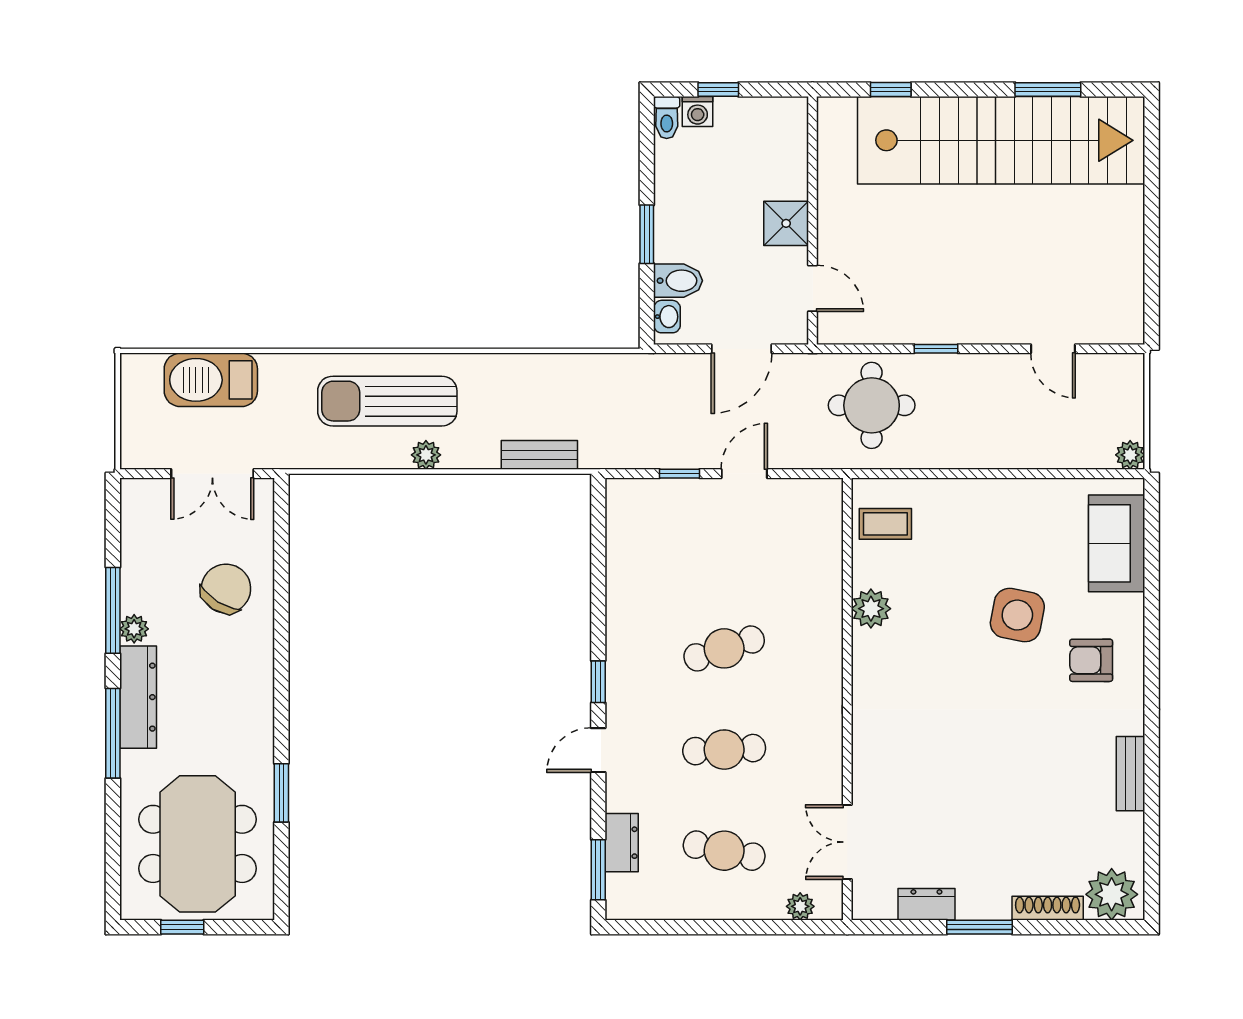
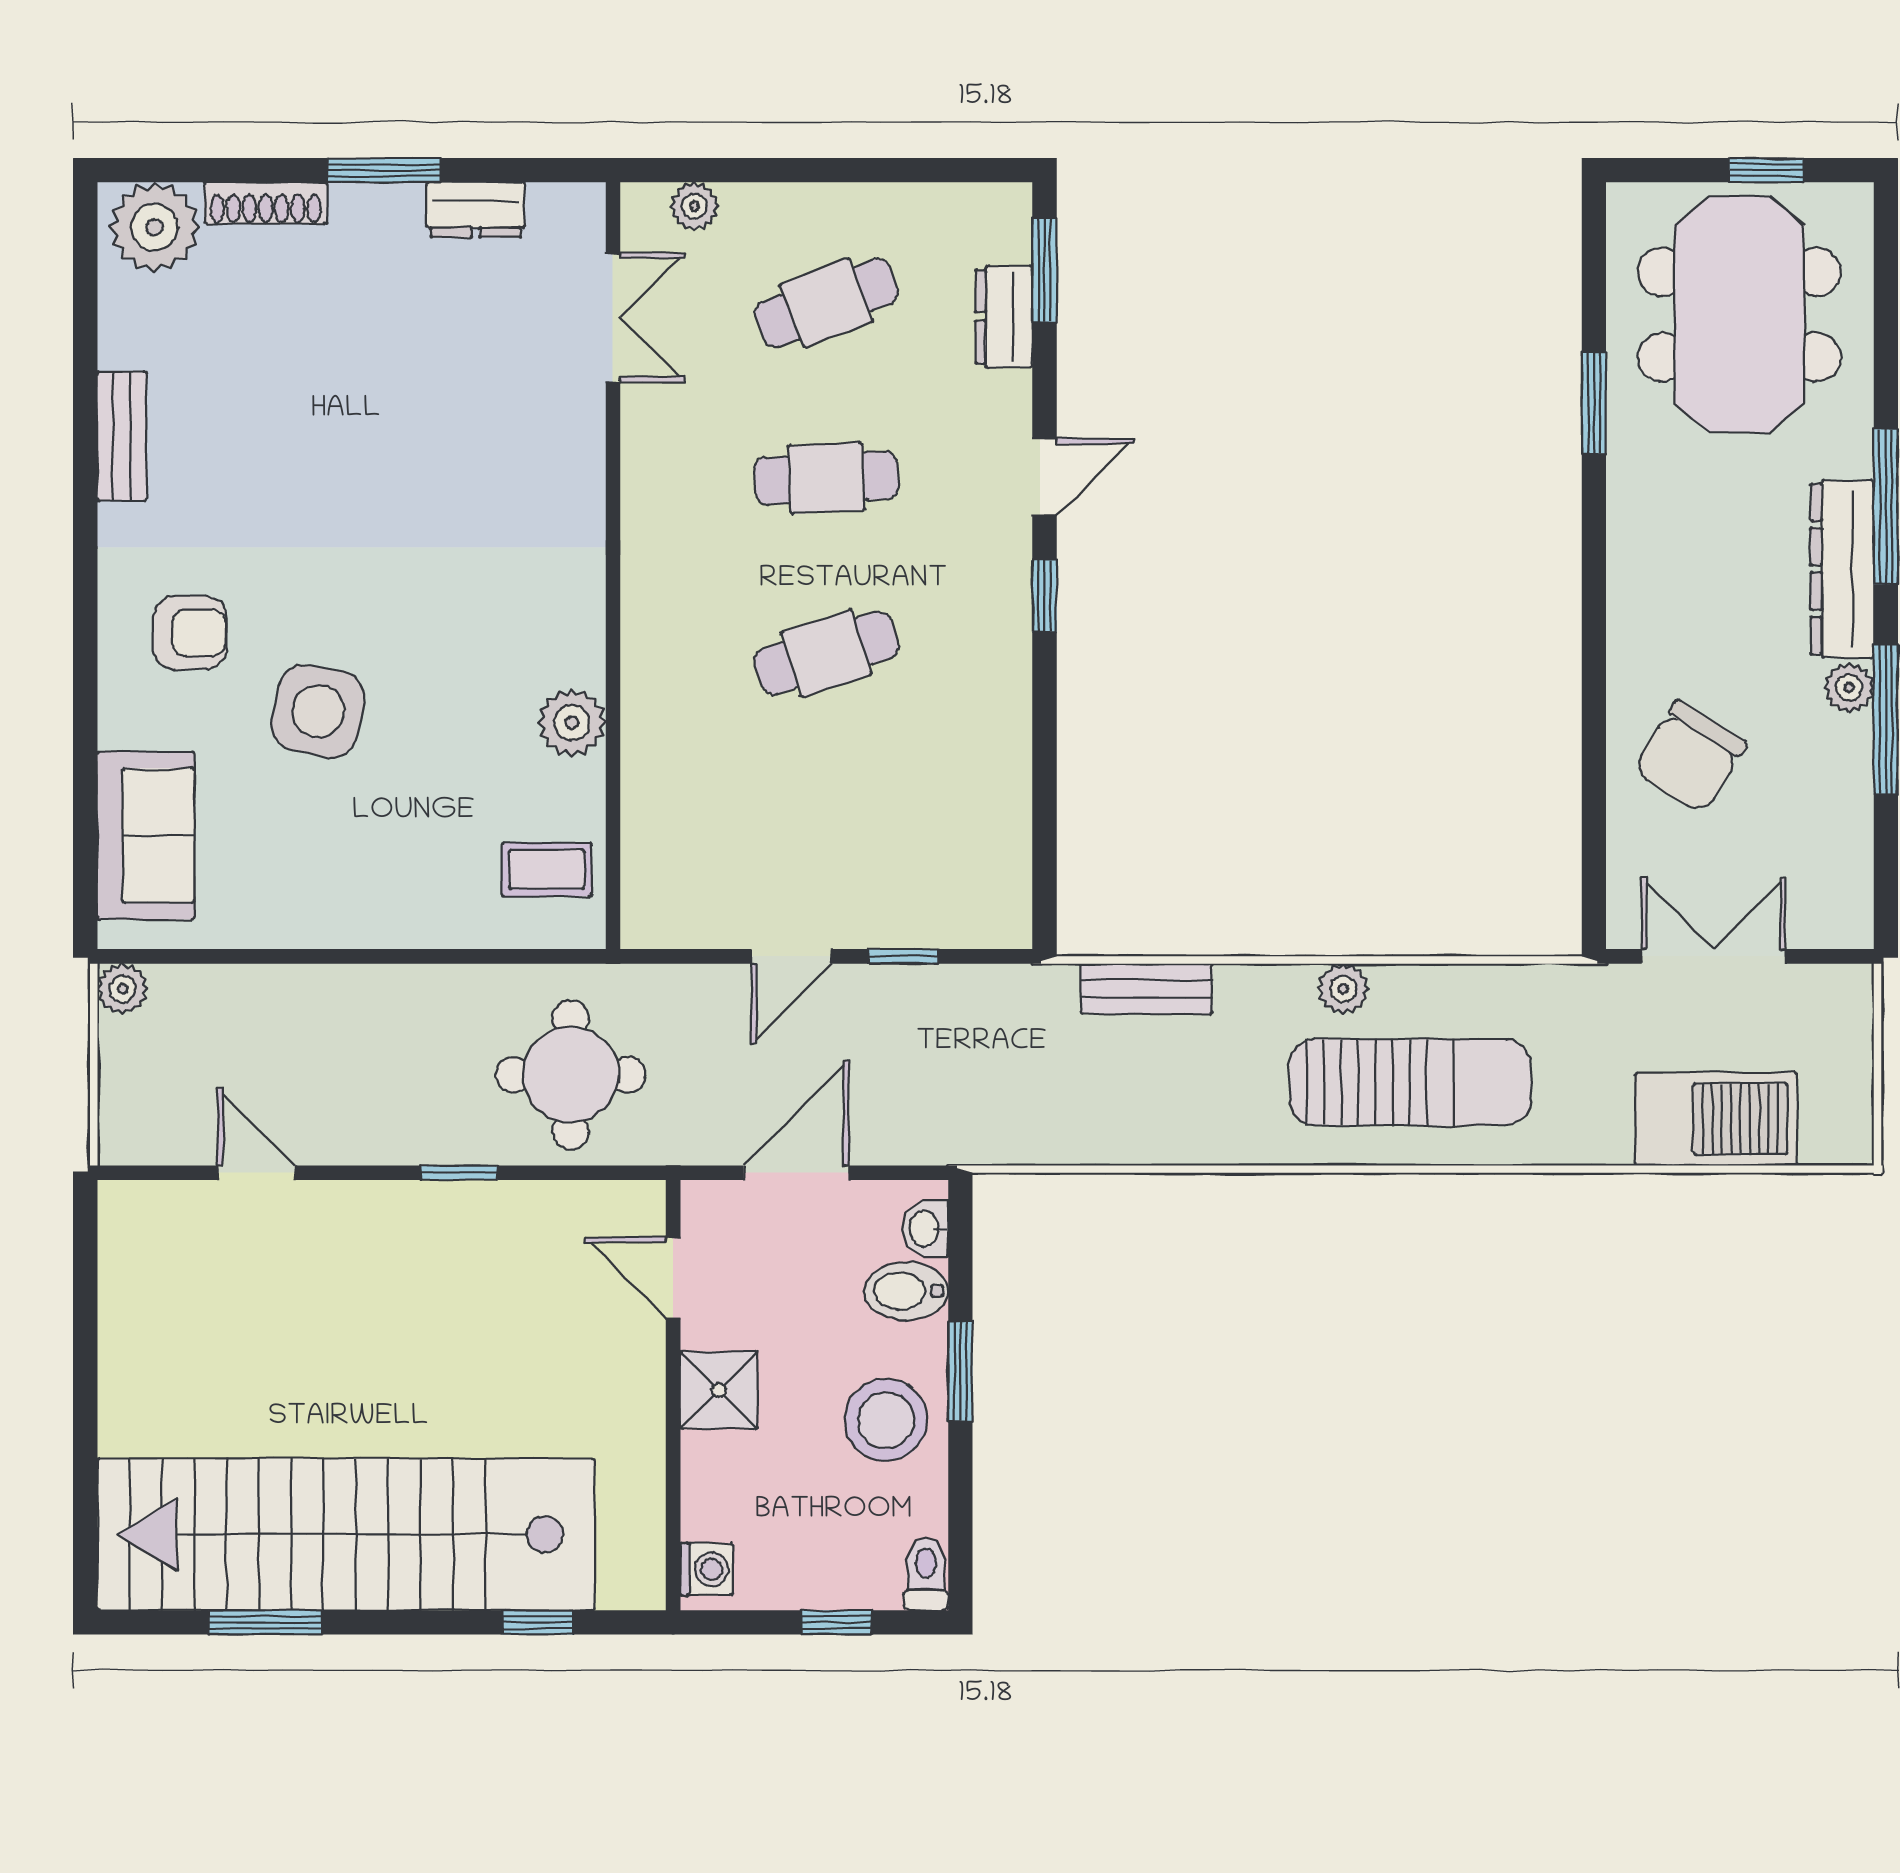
washing machine: (698, 112) -> (706, 1569), moved, turned 90
stool: (690, 206) -> (886, 1420), added
cafe table: (724, 851) -> (826, 303), turned -33

